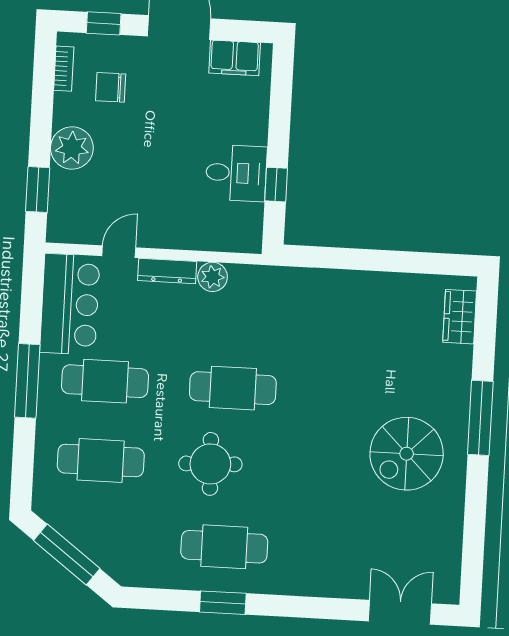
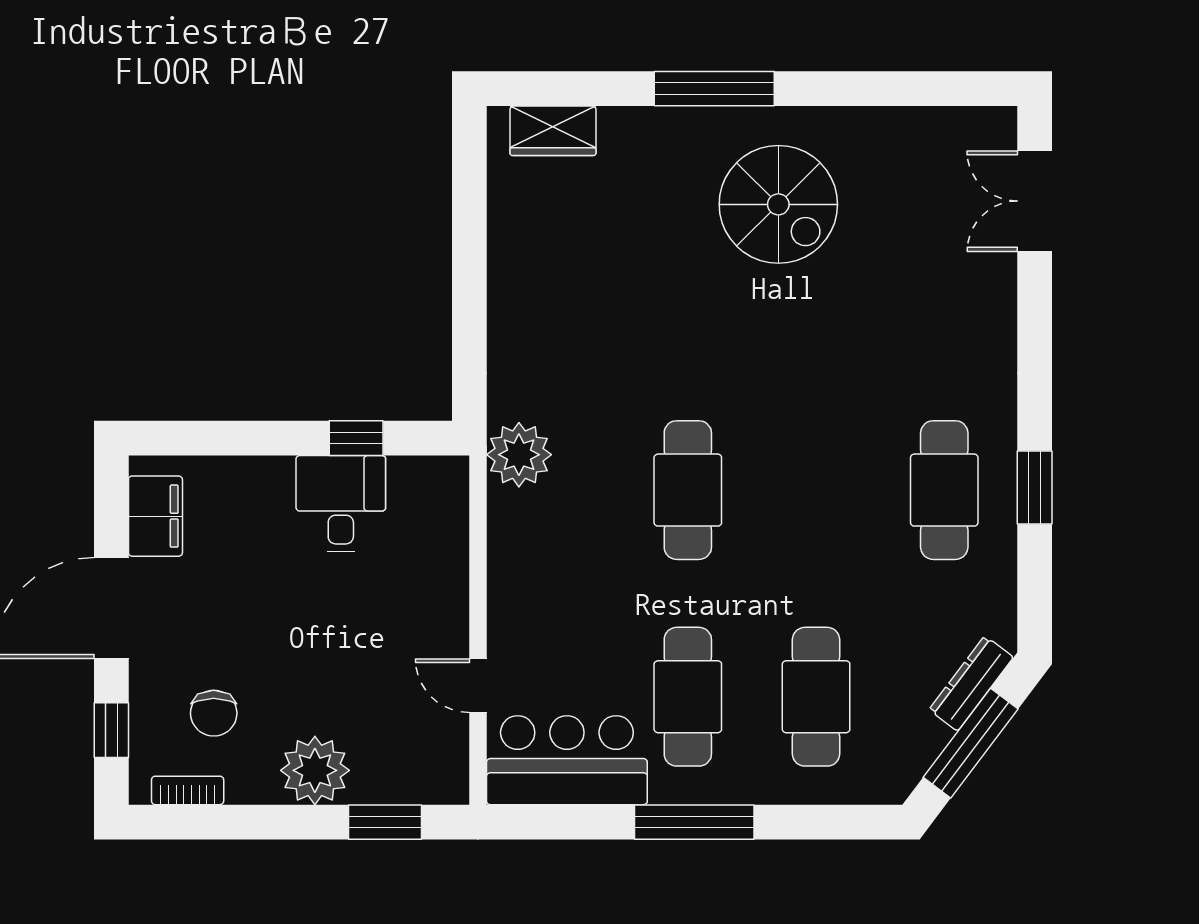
dresser: (167, 271) -> (971, 683), moved, turned -143
plant: (213, 277) -> (519, 455), moved, width x1.36, depth x1.36
round table: (210, 464) -> (812, 520), removed

